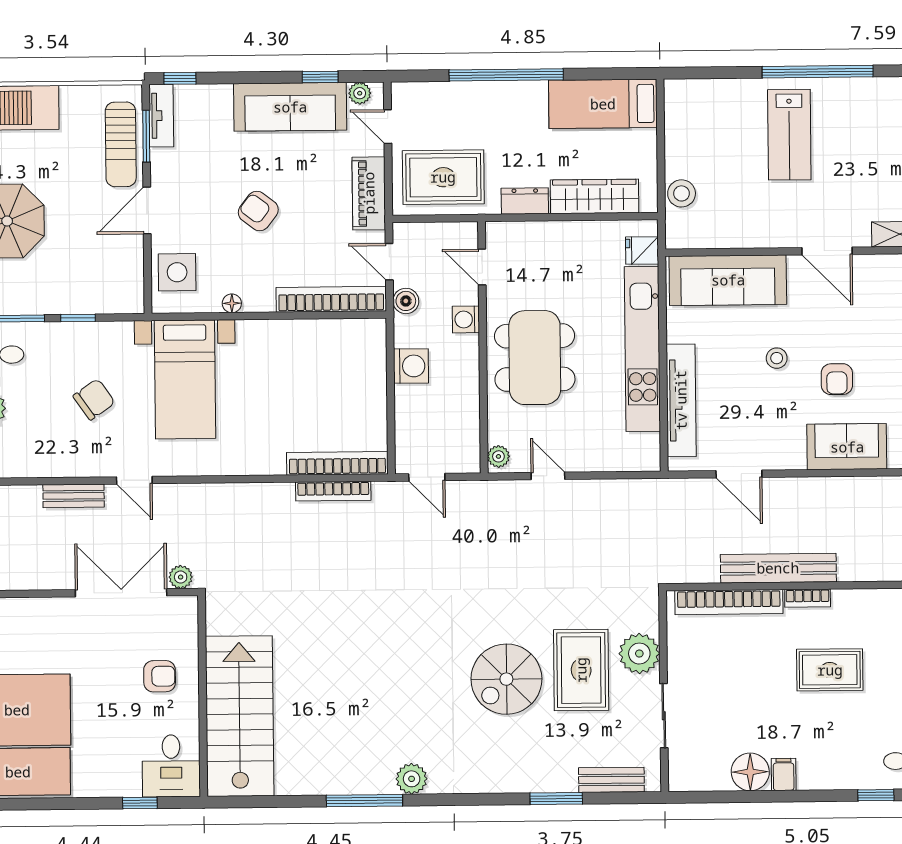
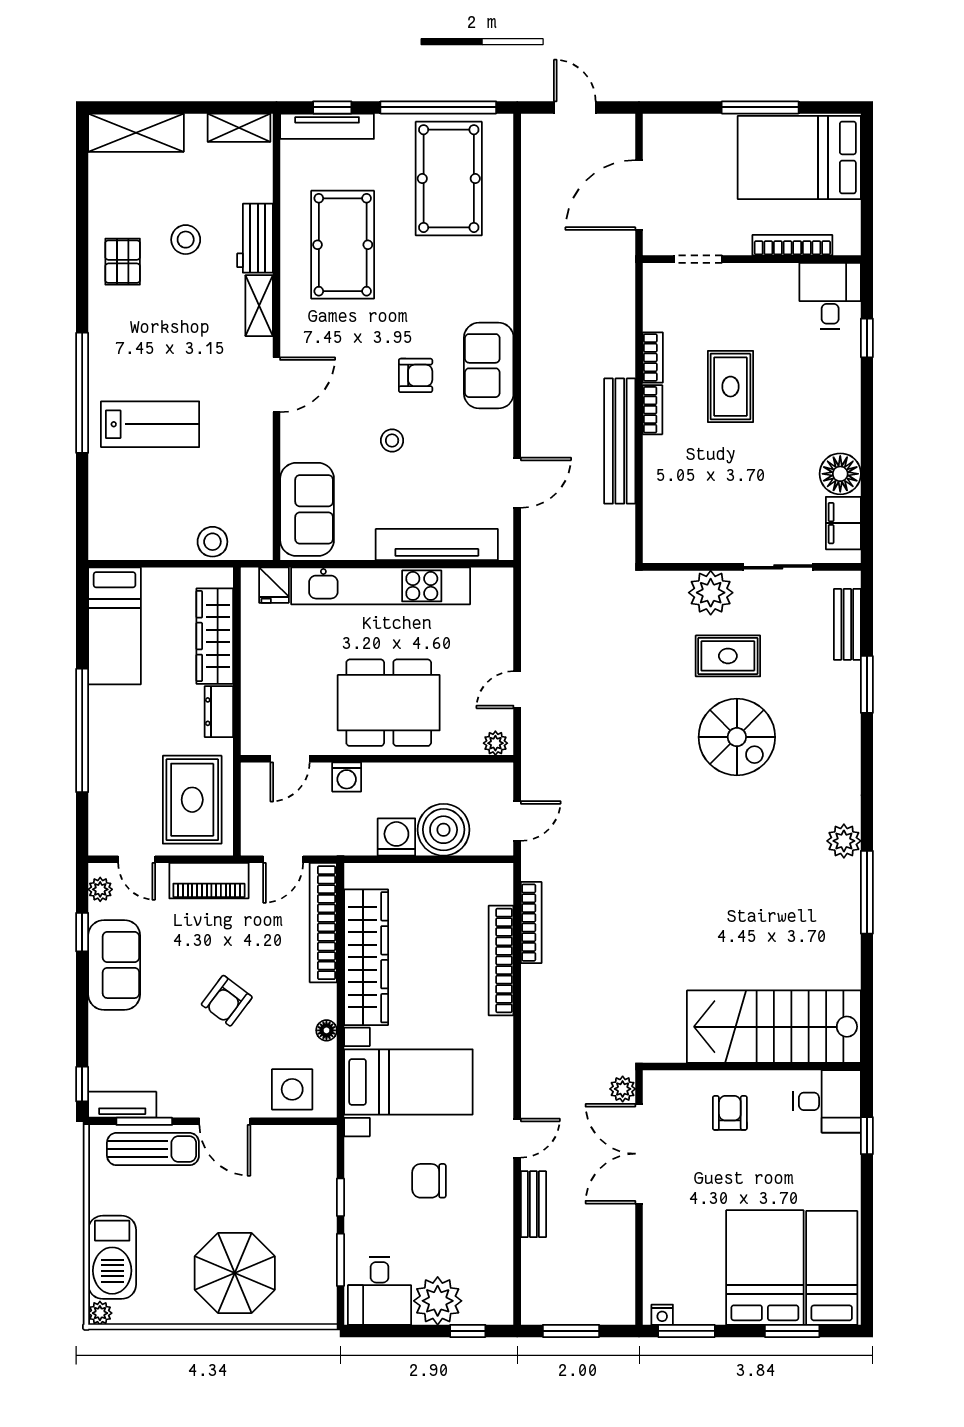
sofa: (290, 107) -> (114, 965), width x0.73
door: (388, 127) -> (137, 859), hinge flipped
sofa: (728, 280) -> (307, 509), width x0.73
boiler: (406, 301) -> (444, 830), moved, width x1.86, depth x1.86
wardrobe: (300, 339) -> (366, 957), added
chair: (94, 399) -> (429, 1181), turned -55
bookcase: (337, 463) -> (501, 960), moved
bookcase: (729, 602) -> (653, 357), moved, width x0.43, depth x0.76
rug: (581, 670) -> (728, 656), width x0.73, depth x0.70
filing cabinet: (784, 774) -> (843, 523), moved, width x2.00

